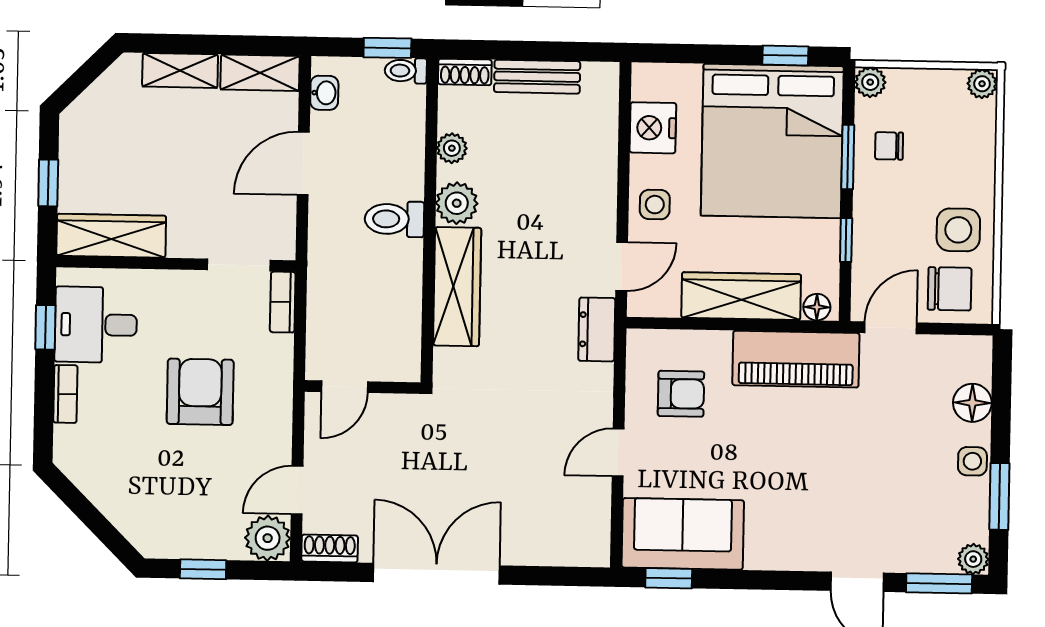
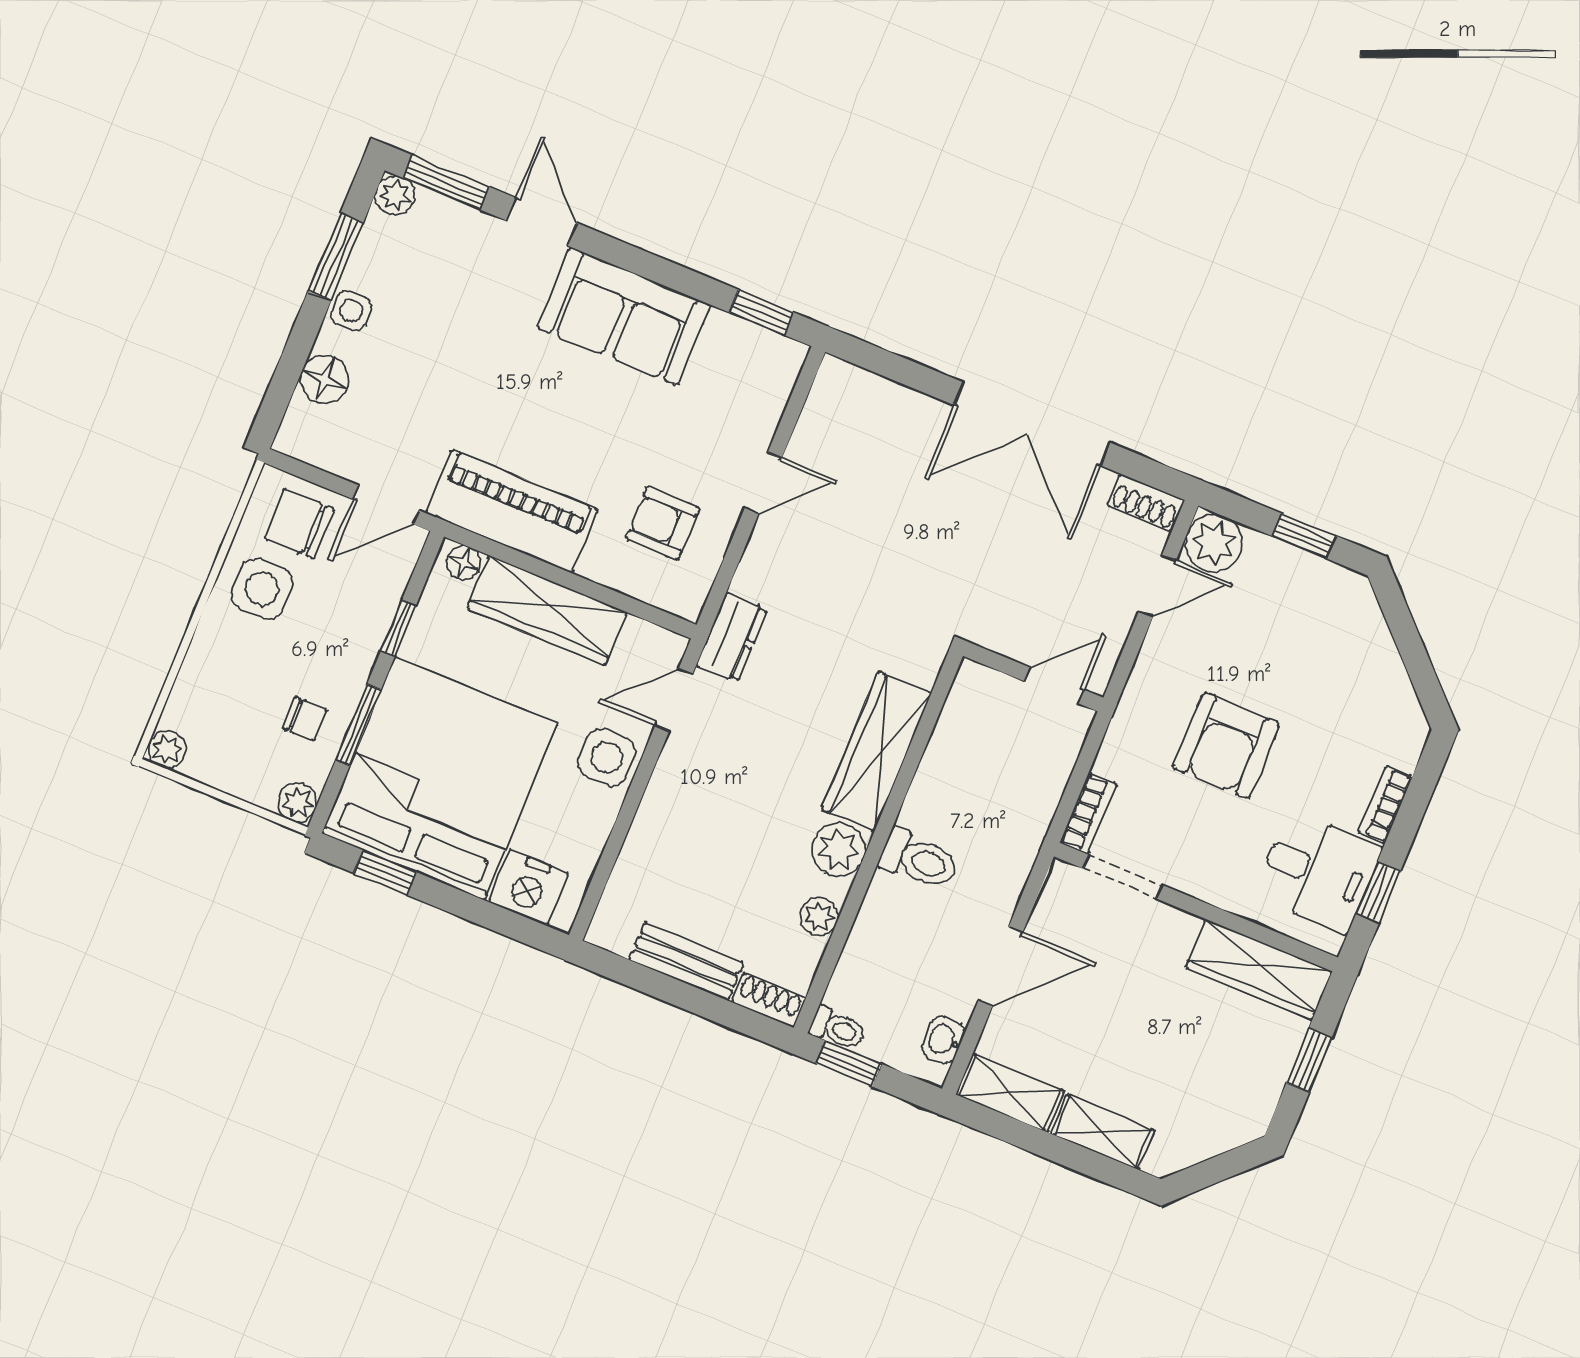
nightstand: (653, 128) -> (529, 888), moved, turned 90
side table: (655, 205) -> (607, 757), width x1.37, depth x1.37
sofa: (683, 534) -> (624, 316), moved

